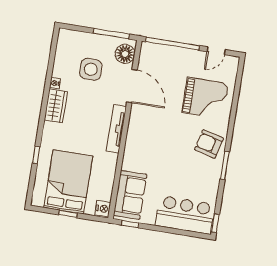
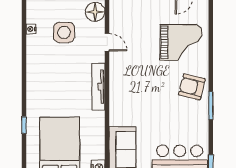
nightstand: (55, 83) -> (31, 29), moved
door: (132, 86) -> (107, 42), width x0.53
wardrobe: (56, 106) -> (35, 74), removed

